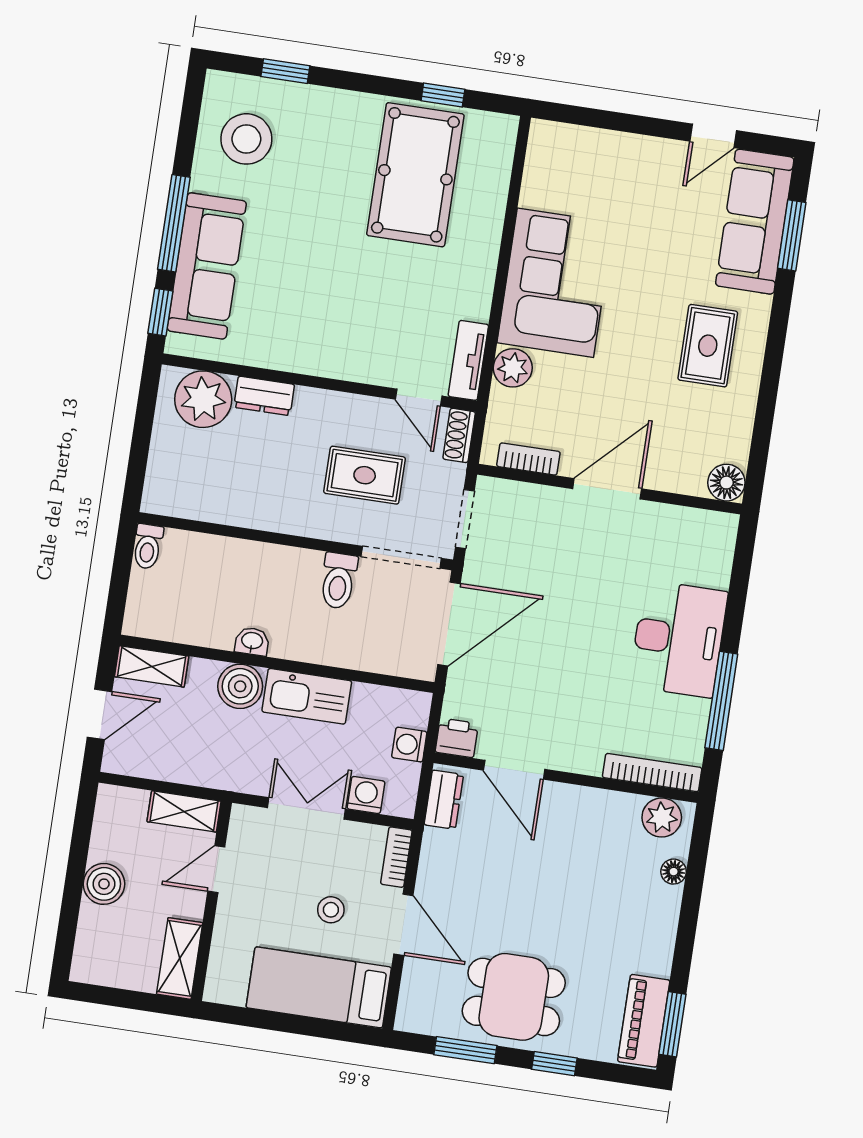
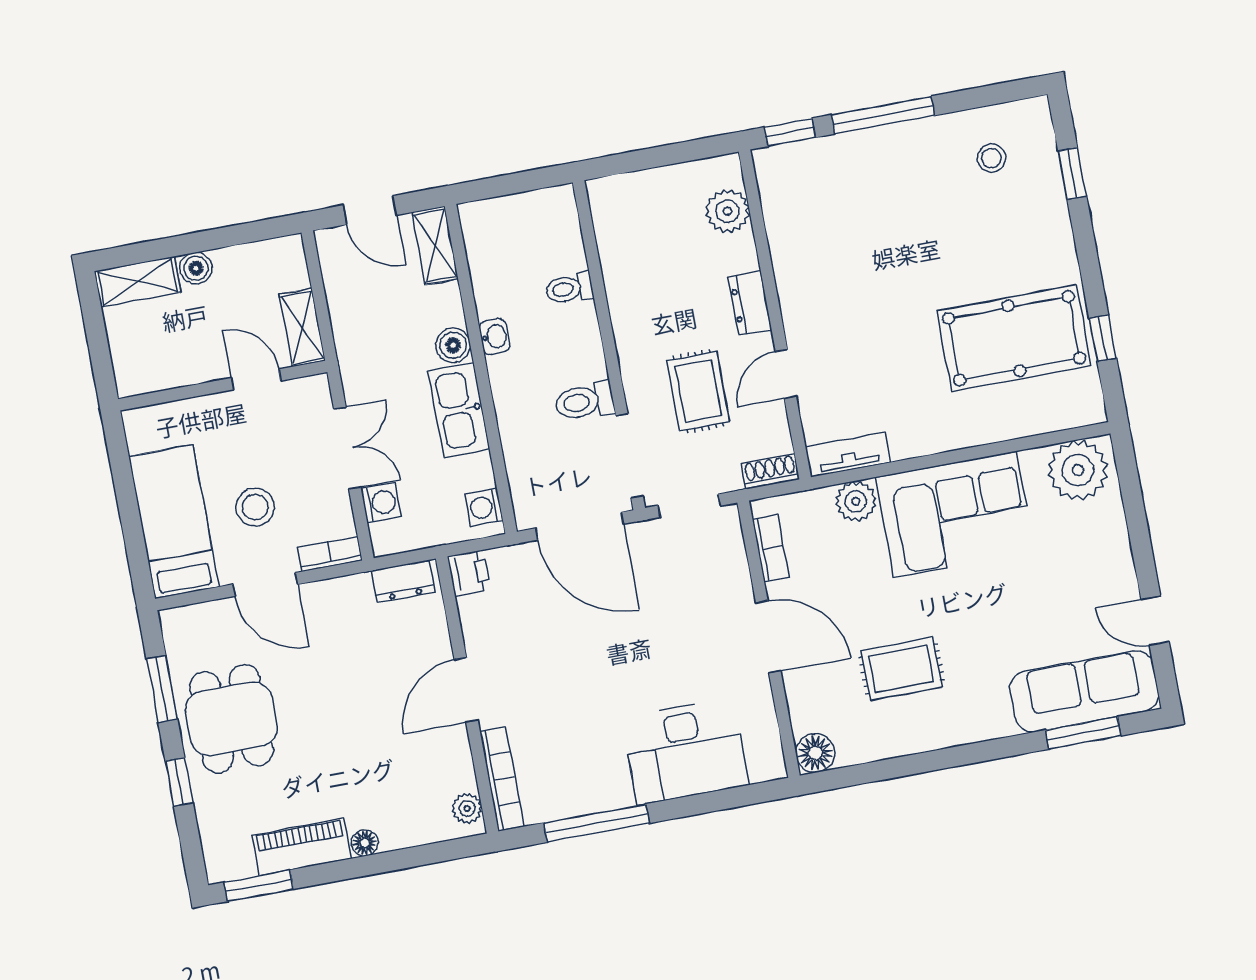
stool: (246, 139) -> (991, 158), width x0.53, depth x0.53
plant: (554, 158) -> (1078, 470), added
sofa: (207, 266) -> (852, 162), removed
rug: (708, 346) -> (901, 669), moved
dresser: (264, 396) -> (750, 303), moved
door: (419, 398) -> (786, 374), moved
plant: (203, 399) -> (727, 211), width x0.73, depth x0.73
toilet: (148, 546) -> (569, 288), moved
desk: (678, 639) -> (685, 751), moved
boiler: (240, 686) -> (453, 345), width x0.73, depth x0.73
washing machine: (409, 745) -> (484, 507), moved, turned -90
door: (514, 770) -> (466, 690), moved
plant: (662, 818) -> (467, 808), width x0.73, depth x0.73
floor lamp: (674, 872) -> (365, 843), moved
boiler: (104, 884) -> (196, 268), width x0.73, depth x0.73
stool: (331, 910) -> (255, 507), width x1.37, depth x1.37
door: (403, 925) -> (265, 584), hinge flipped
shelving: (180, 958) -> (138, 282), moved
piano: (644, 1021) -> (302, 847), moved

